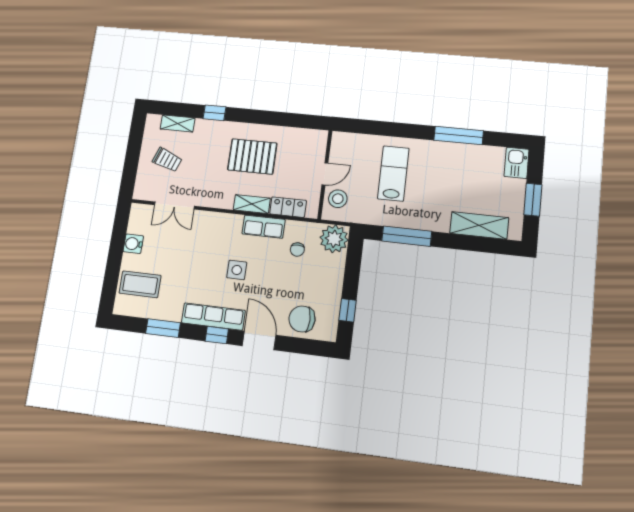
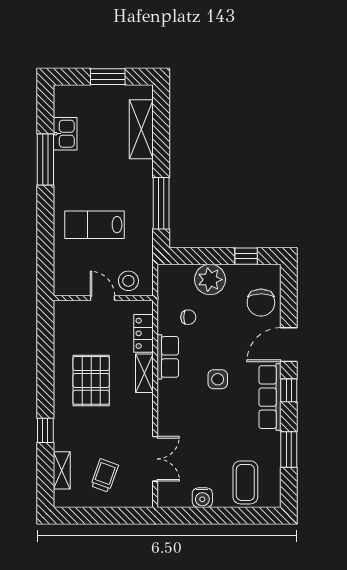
kitchen sink: (517, 163) -> (65, 134), moved, turned -90
plant: (334, 239) -> (210, 280), moved

